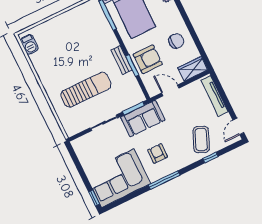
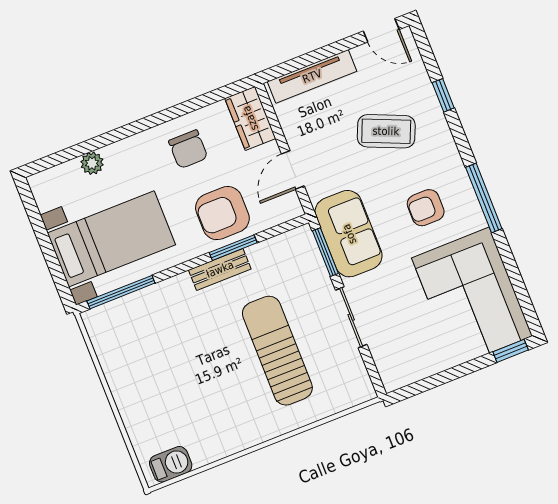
chair: (176, 41) -> (188, 149), turned 180
armchair: (148, 59) -> (222, 213), turned -90
coffee table: (201, 140) -> (386, 131), moved

